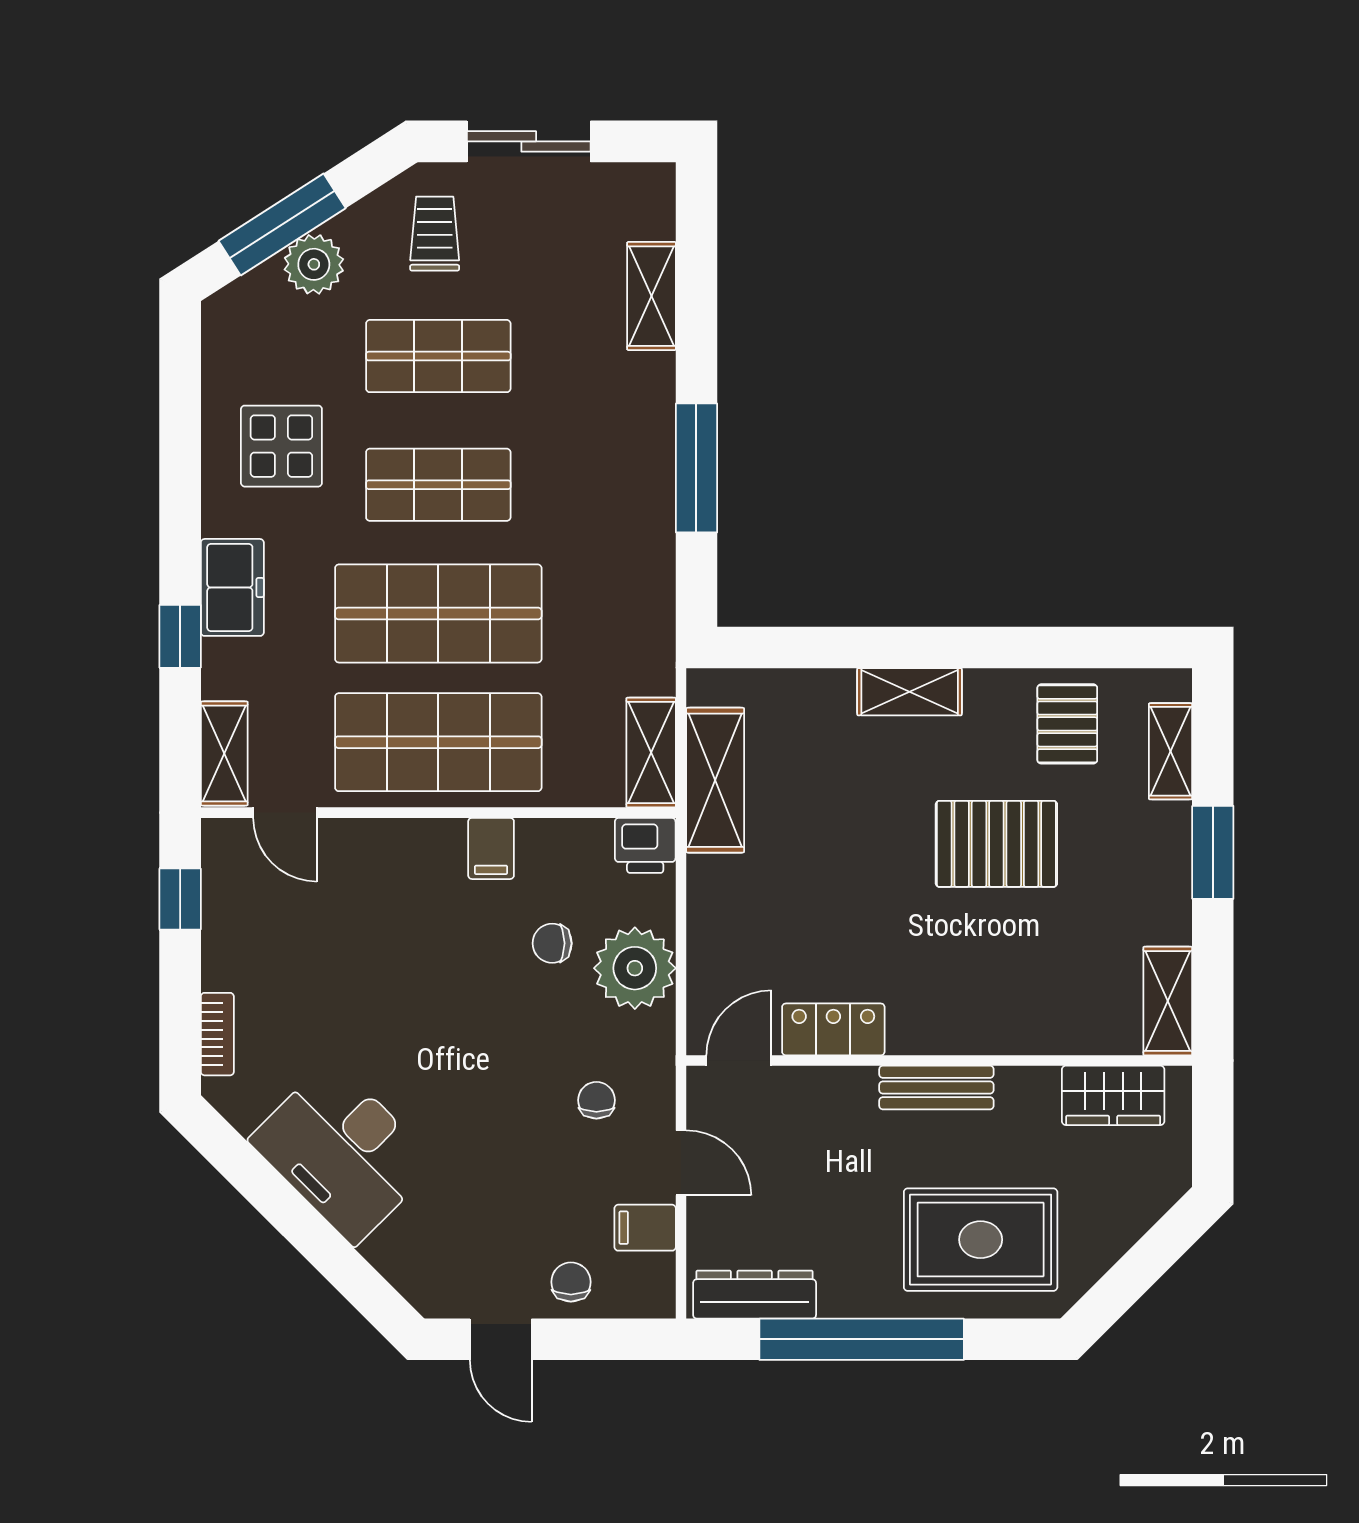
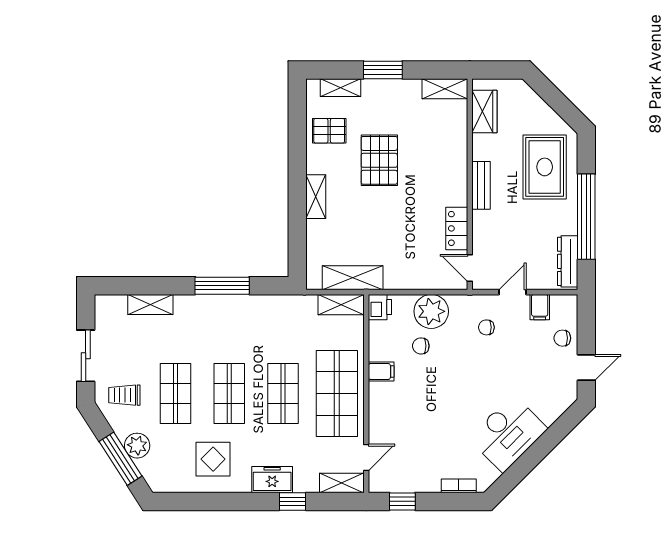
shop shelf: (438, 613) -> (283, 394), width x0.70, depth x0.74
chair: (552, 943) -> (421, 346), turned 90

